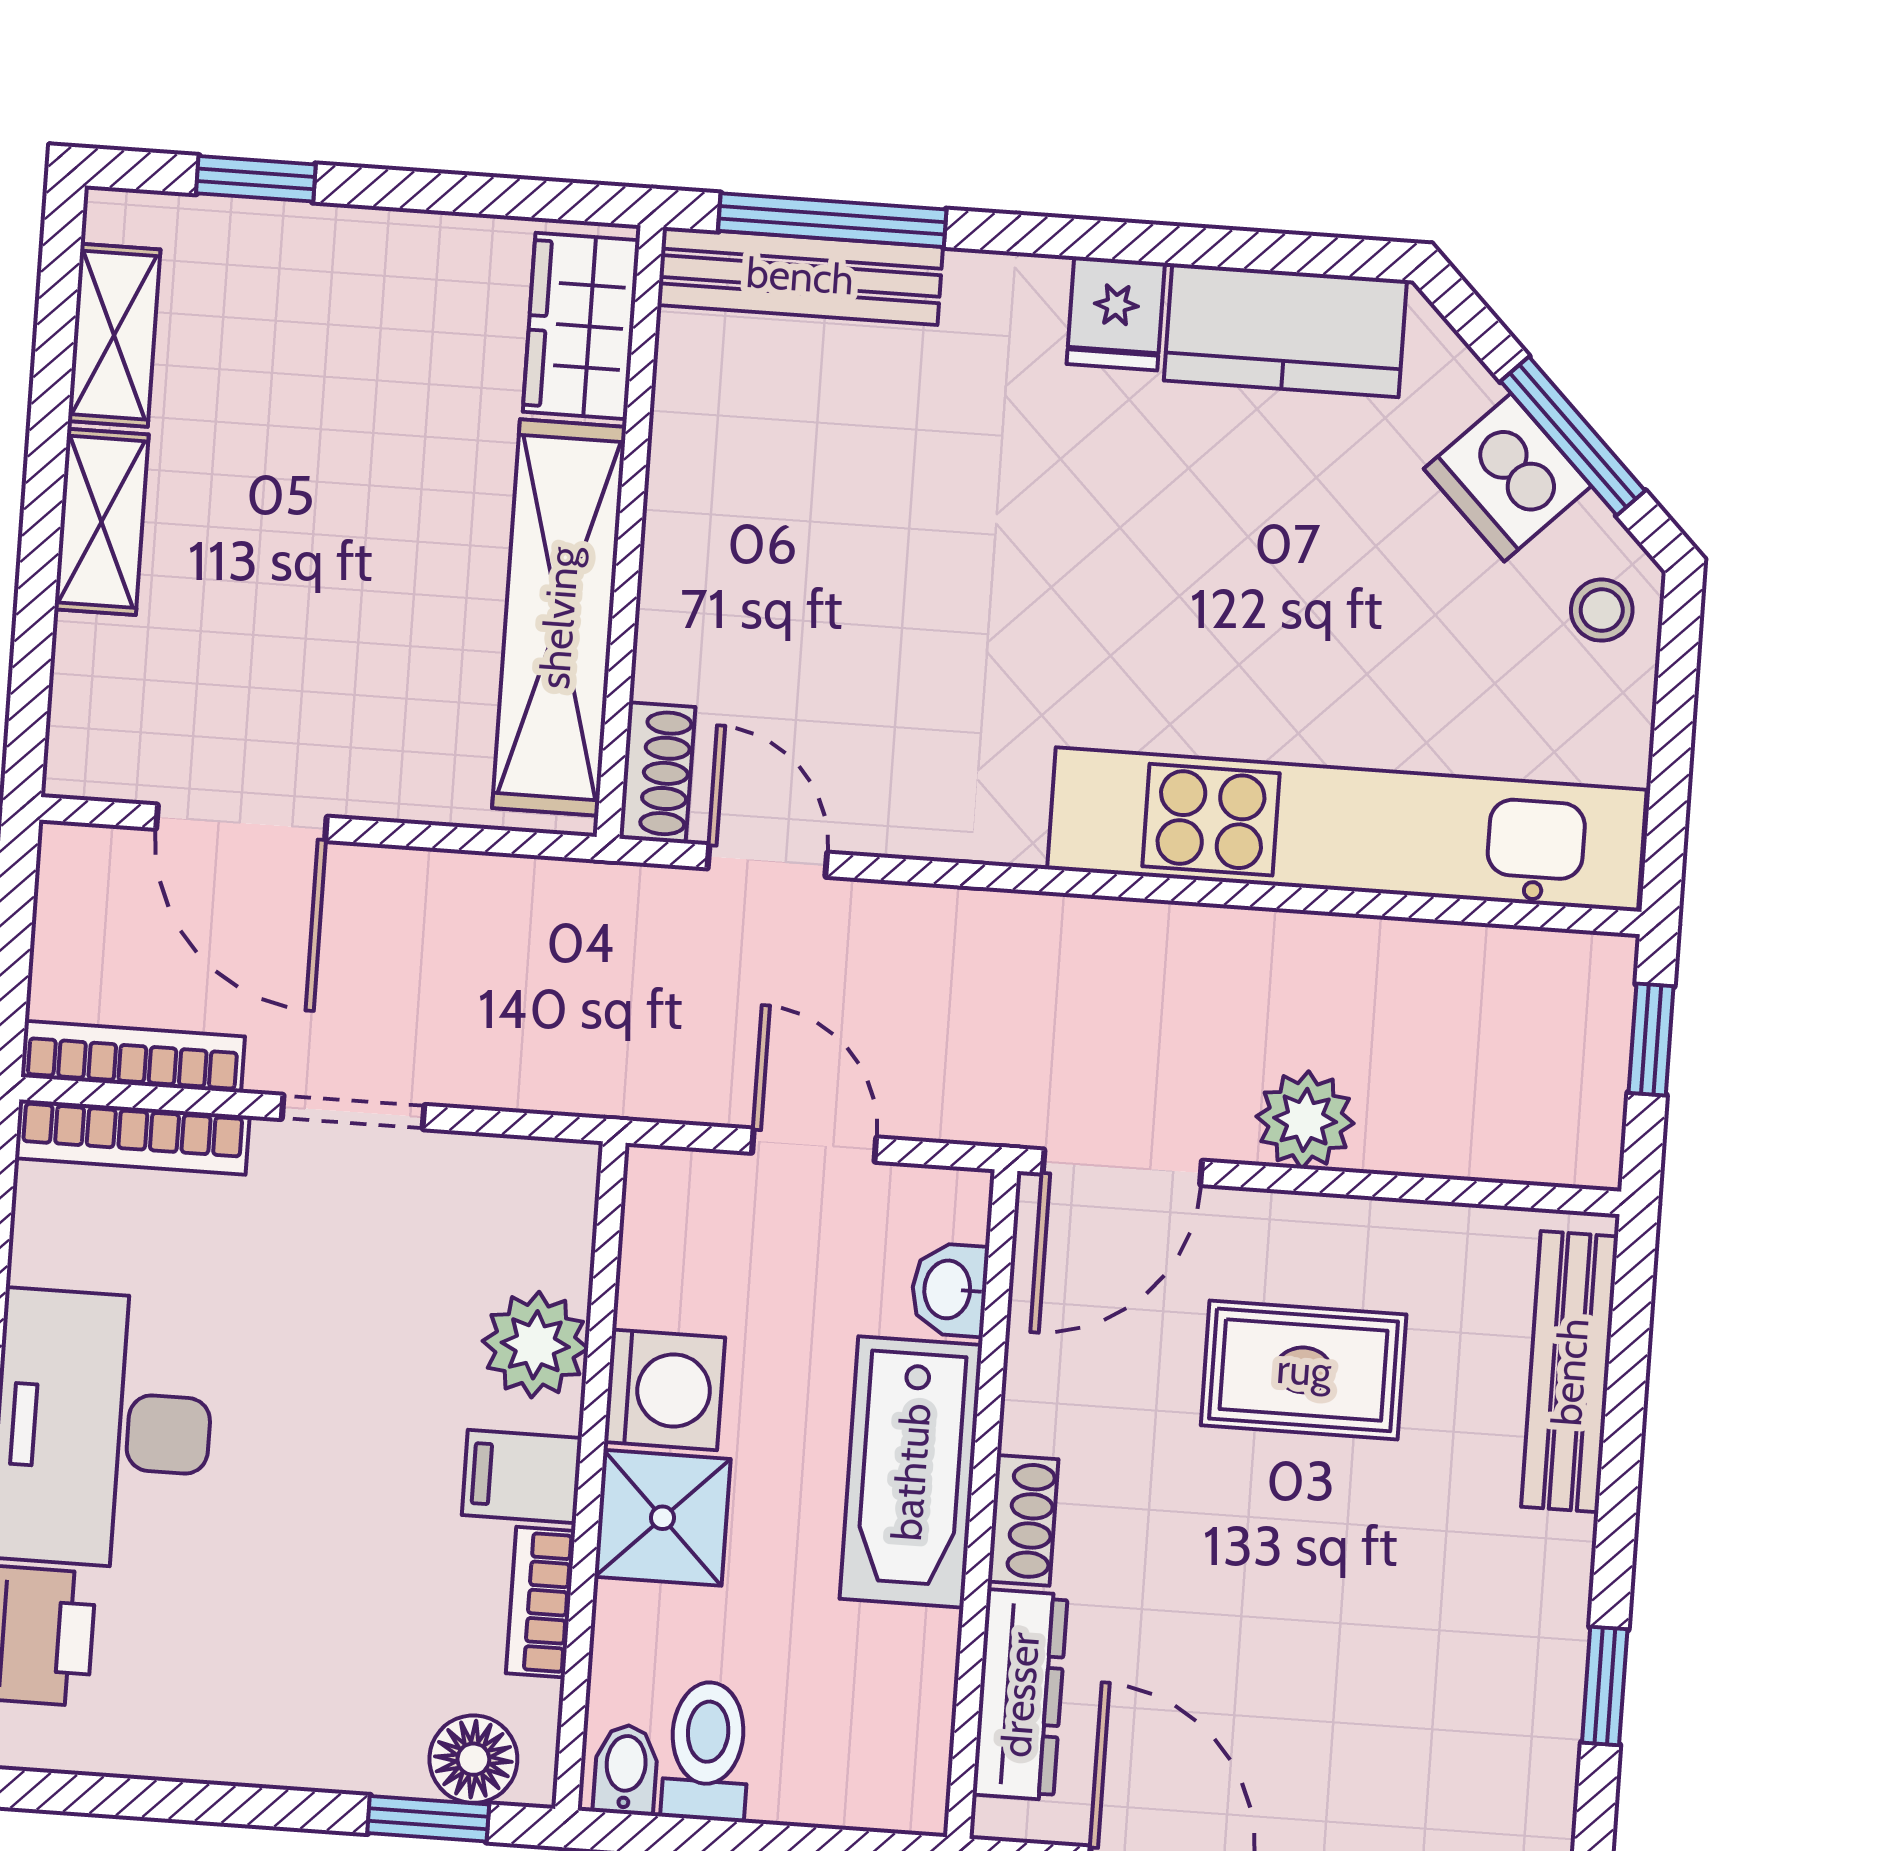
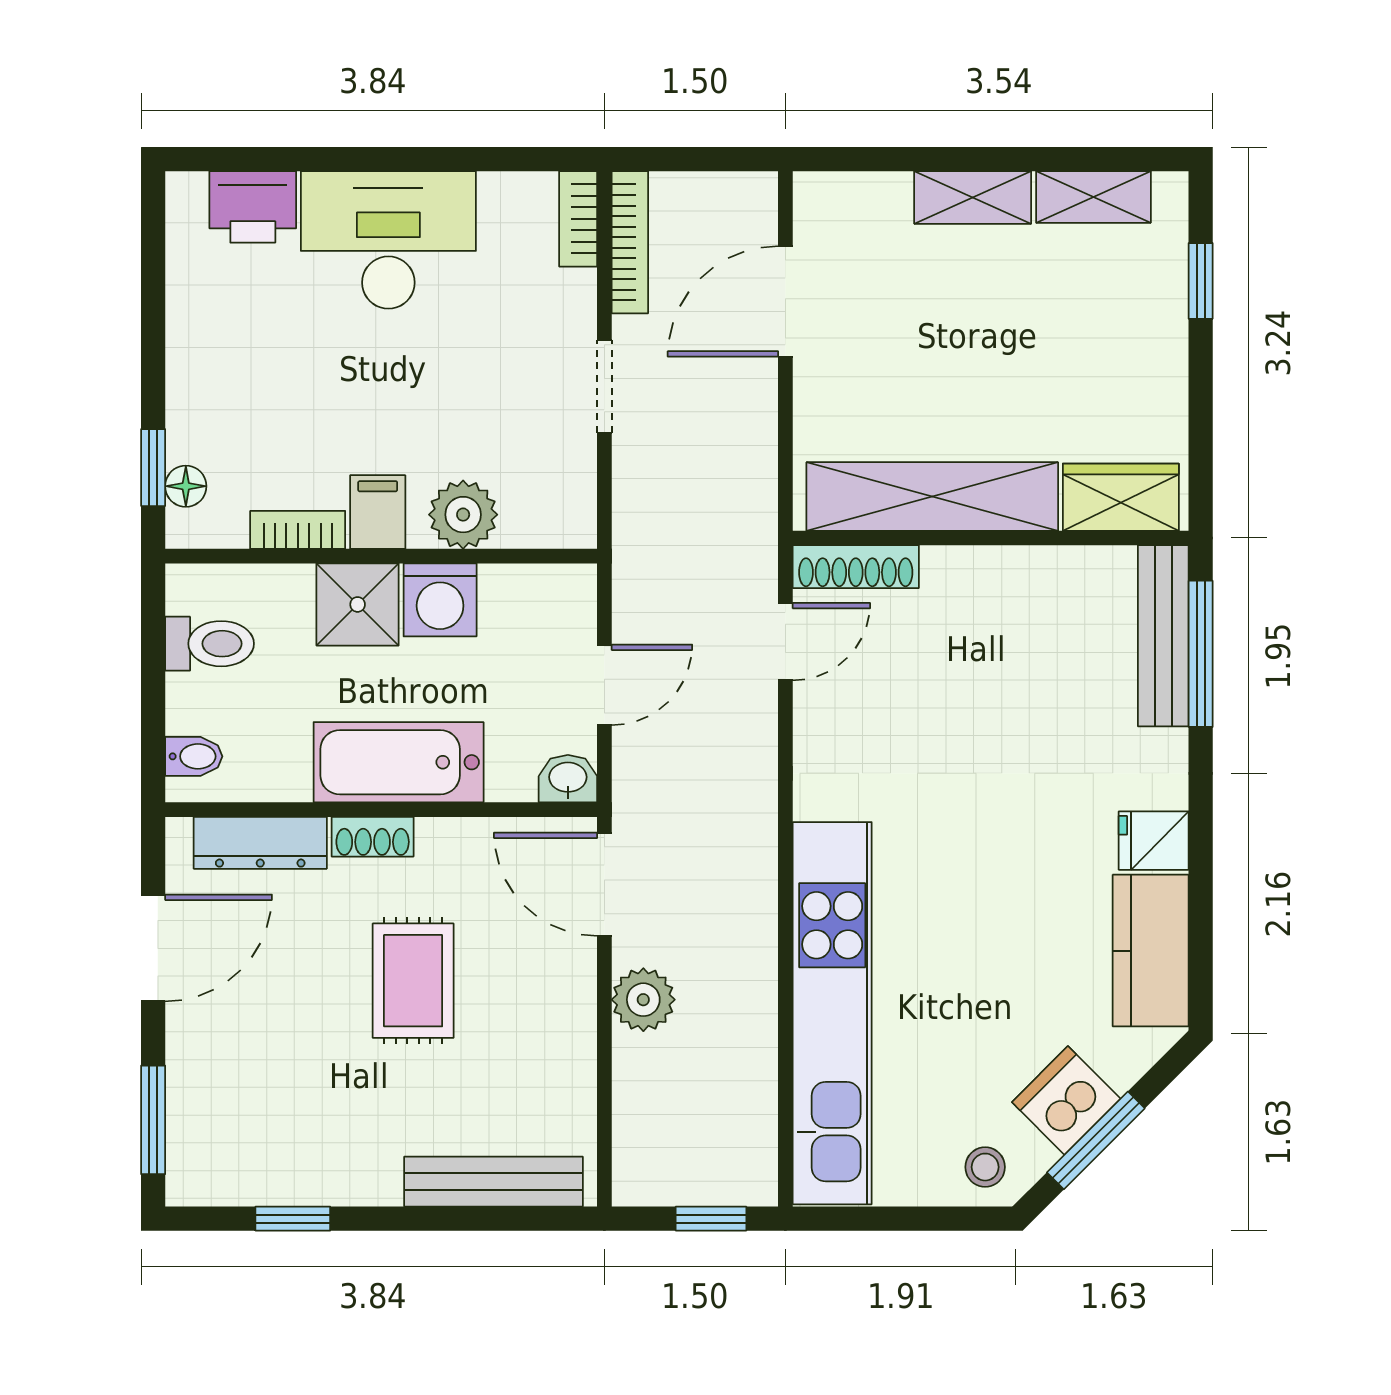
shoe rack: (657, 773) -> (856, 567), width x1.43
bookcase: (132, 1137) -> (578, 219), width x0.64
washbasin: (949, 1290) -> (568, 779), moved
rug: (1304, 1370) -> (413, 981), moved
floor lamp: (473, 1759) -> (186, 486), width x0.73, depth x0.73
bidet: (626, 1770) -> (194, 756), moved

